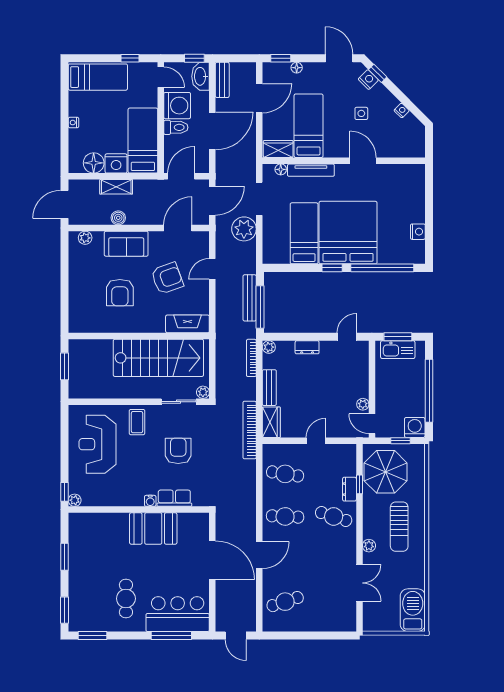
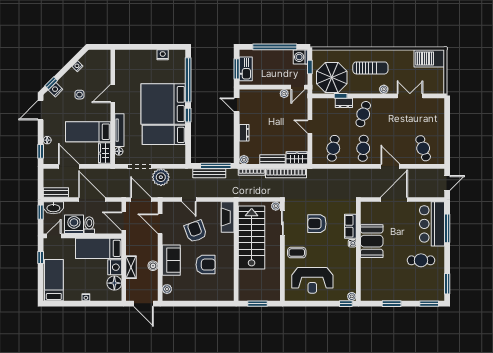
bookcase: (250, 430) -> (286, 173), moved

